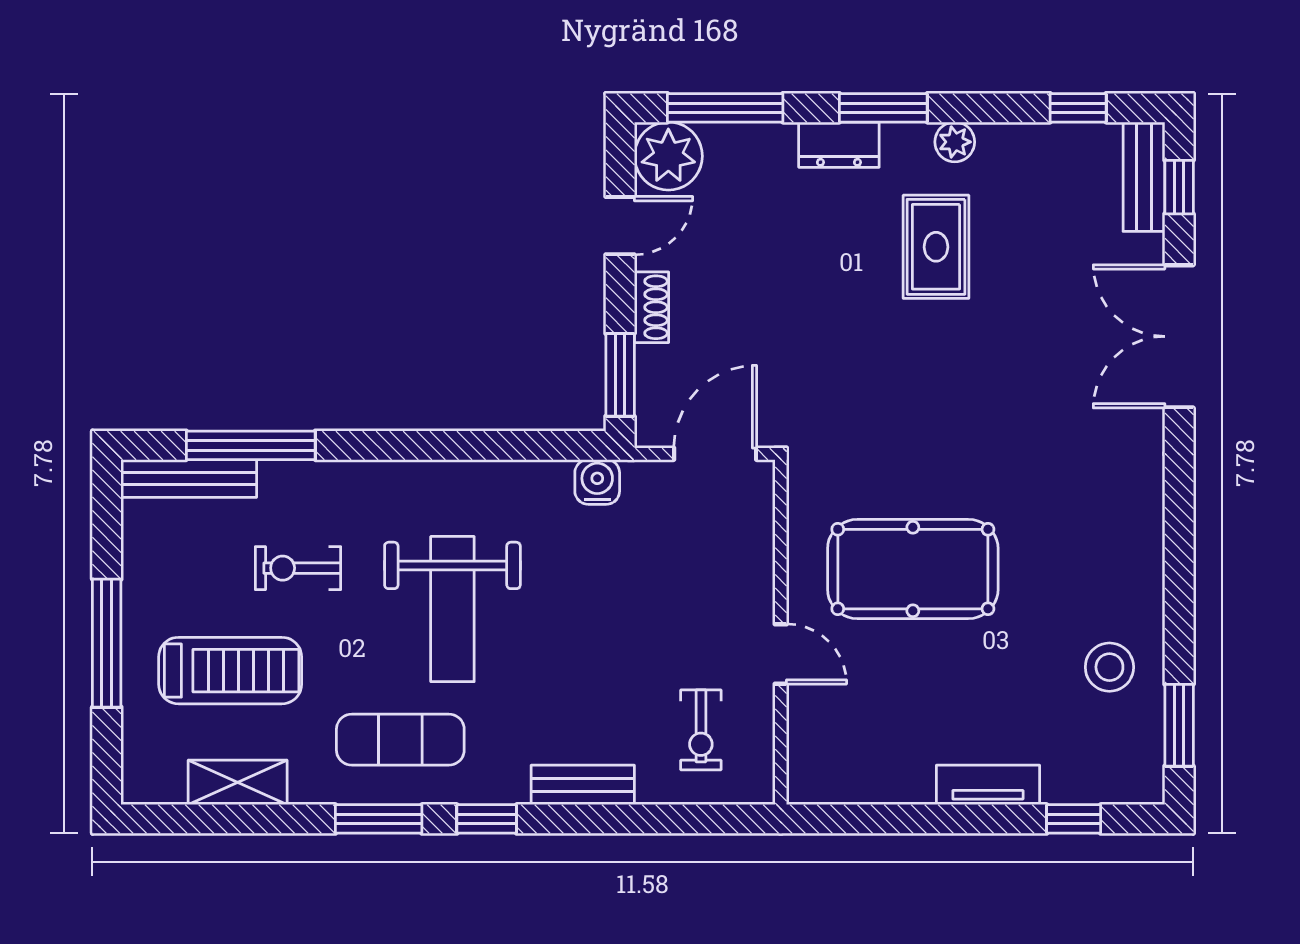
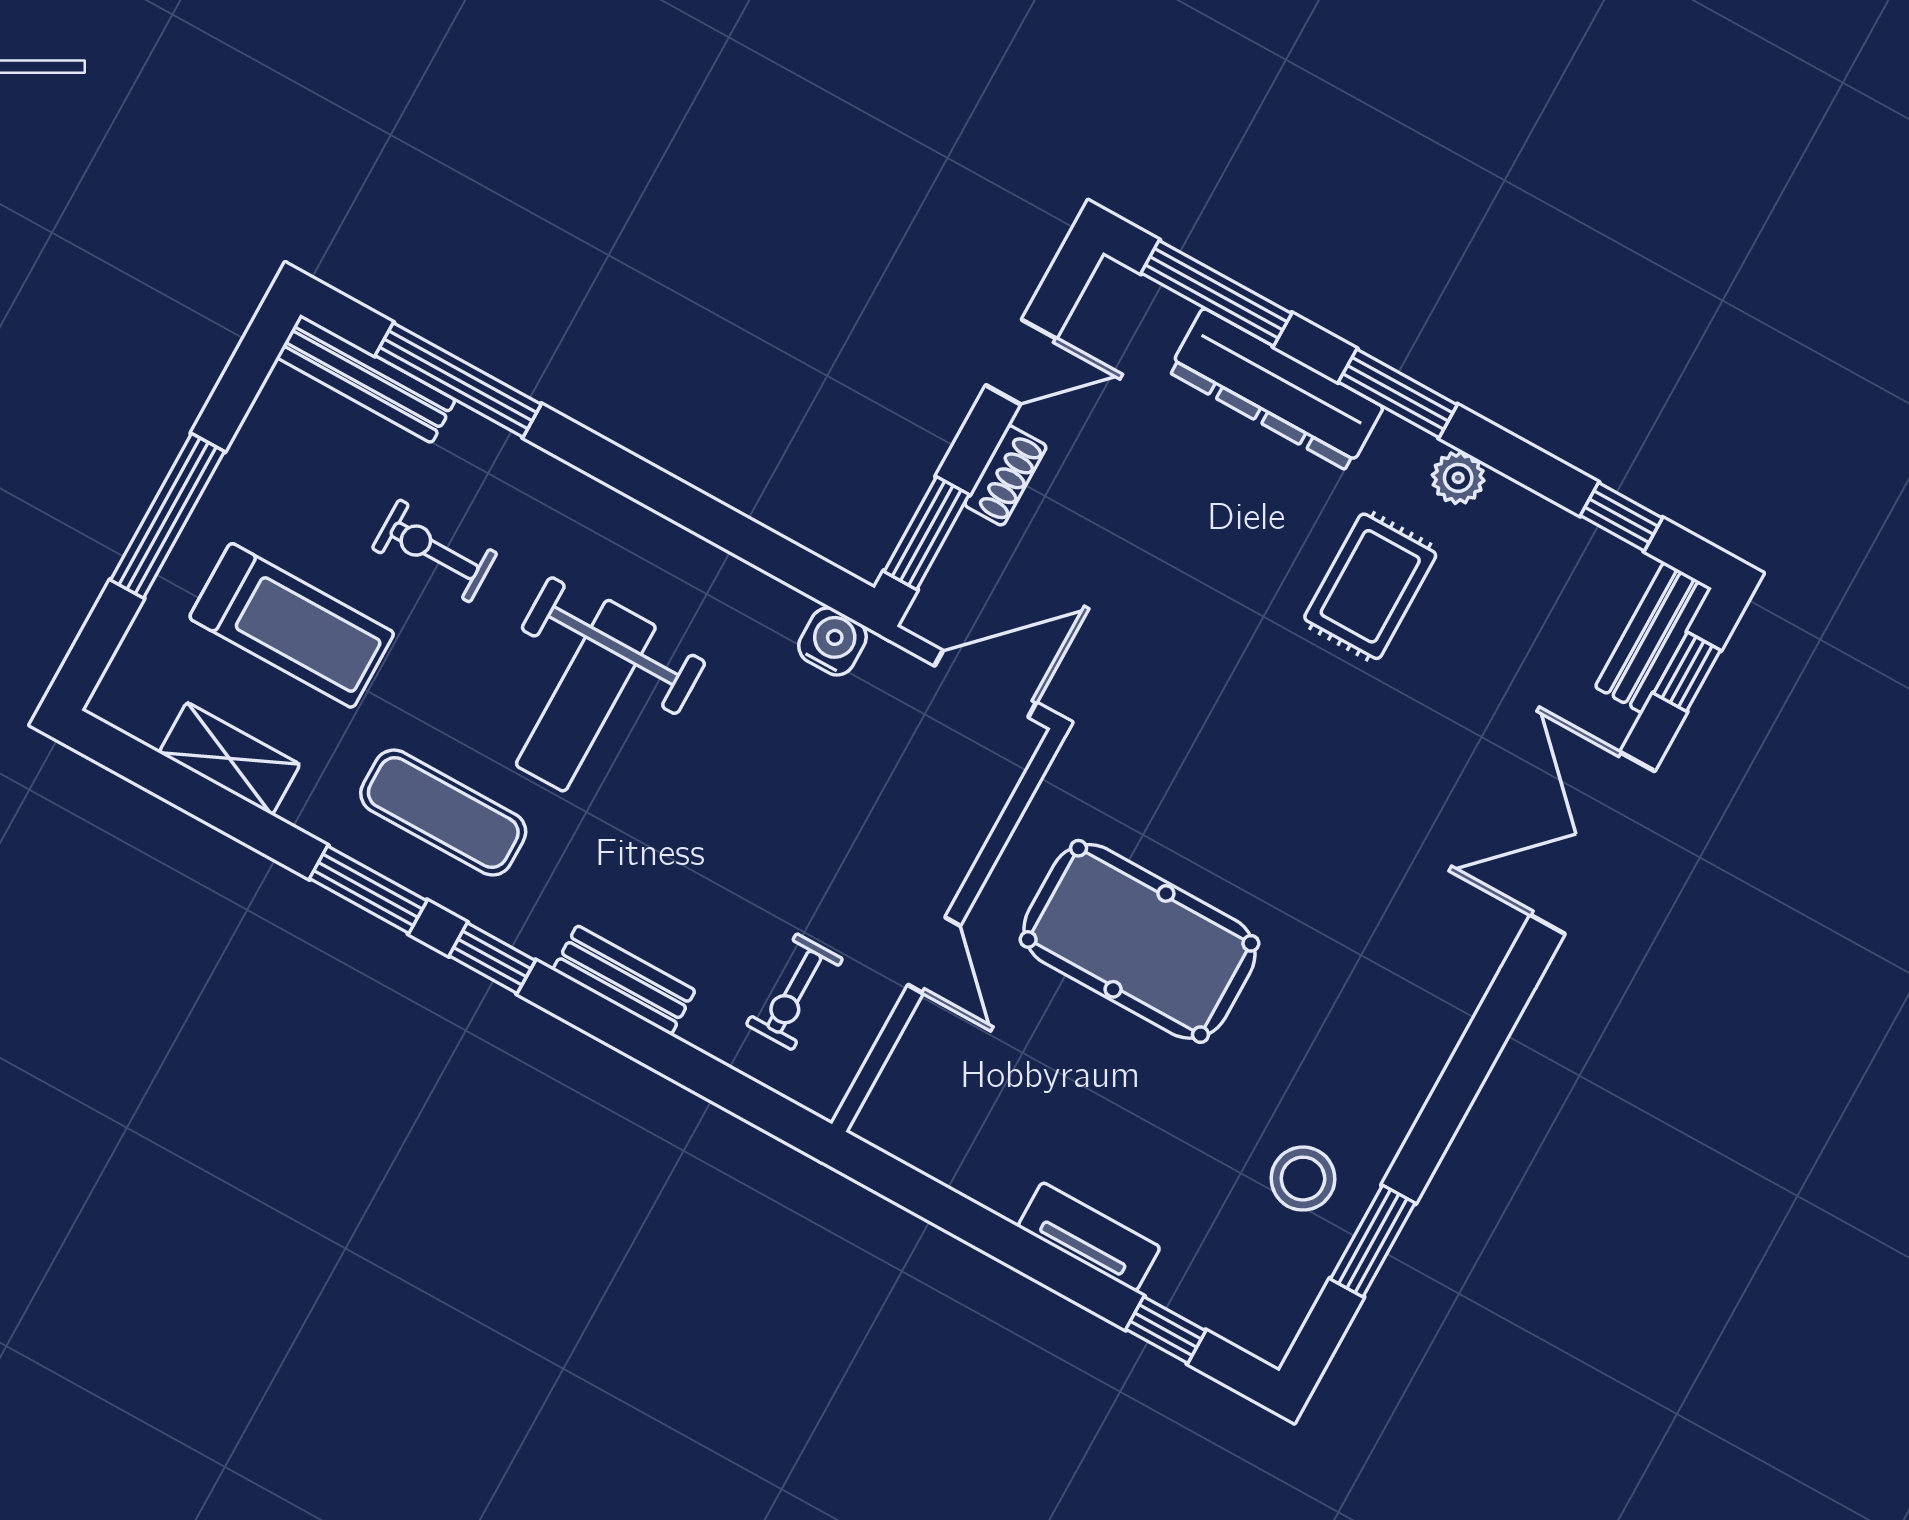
dresser: (839, 145) -> (1276, 389), width x1.96, depth x1.24
plant: (668, 156) -> (1121, 313), removed
window: (1179, 725) -> (1373, 1241), moved

